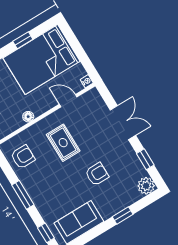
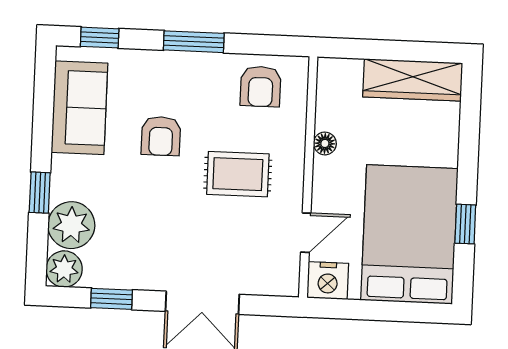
nightstand: (87, 81) -> (328, 281), width x1.89, depth x1.79
armchair: (97, 174) -> (161, 136), moved
plant: (127, 195) -> (71, 225), added

